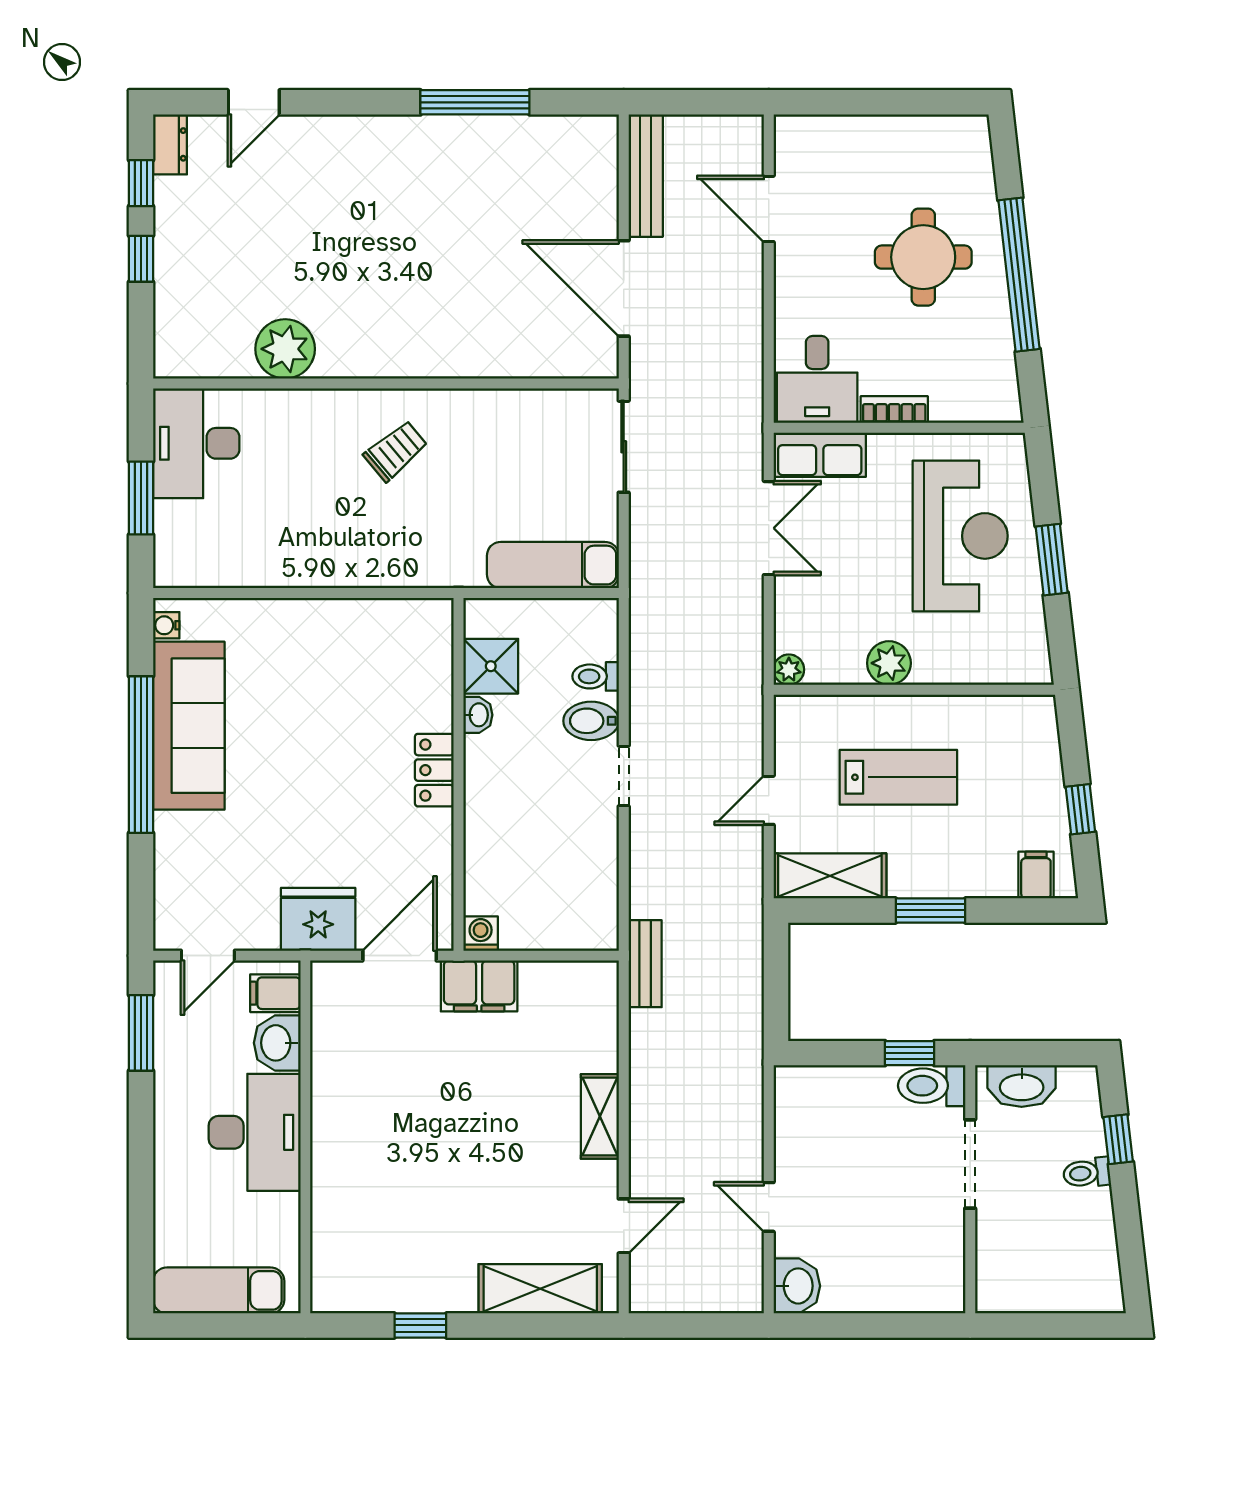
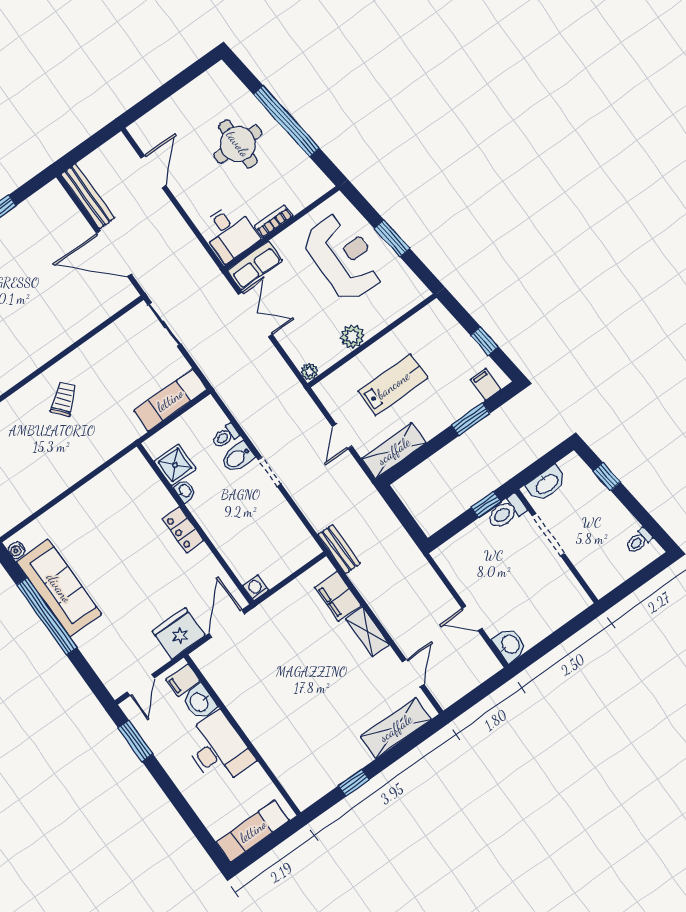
door: (769, 209) -> (153, 172), swing flipped
window: (930, 910) -> (471, 419), moved
filing cabinet: (479, 986) -> (338, 596), moved, turned 90
toilet: (1087, 1173) -> (639, 541), moved

